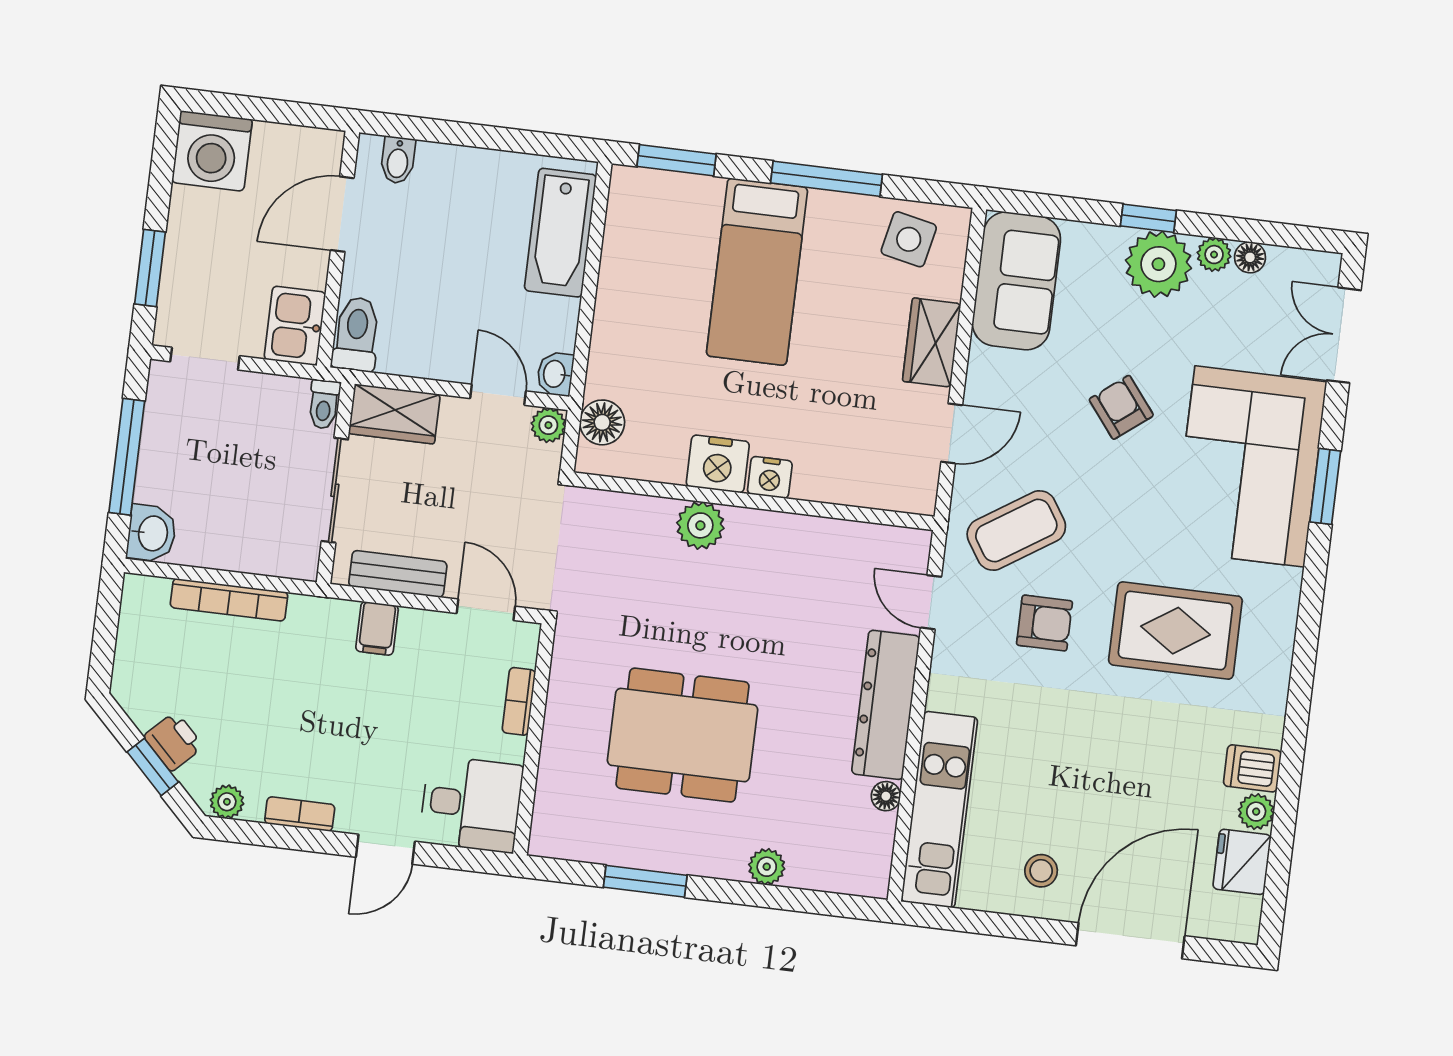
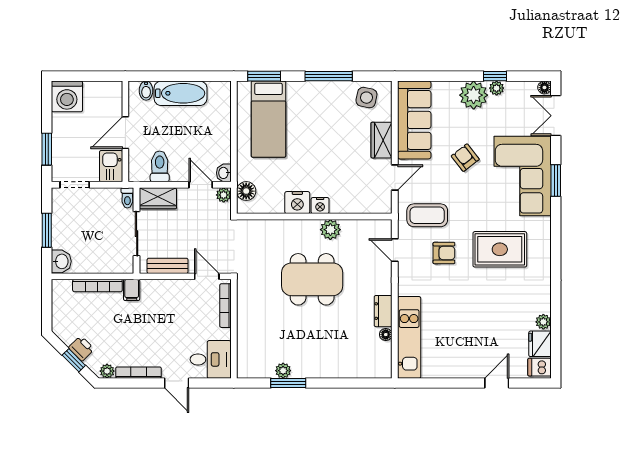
door: (342, 214) -> (125, 133), moved
window: (1148, 218) -> (495, 76), moved
bathtub: (560, 233) -> (181, 93), moved, turned -90
floor lamp: (1250, 257) -> (544, 87), moved
bed: (757, 272) -> (269, 119), moved
sofa: (1016, 281) -> (414, 120), width x1.36
toilet: (356, 334) -> (160, 166), moved
window: (127, 457) -> (47, 230), width x0.69
plant: (700, 525) -> (330, 230), moved
coffee table: (1016, 530) -> (427, 215), turned 33
filing cabinet: (377, 628) -> (132, 290), moved
bookcase: (519, 701) -> (225, 306), width x1.56
dresser: (886, 705) -> (383, 311), width x0.51, depth x0.80
dining table: (683, 735) -> (312, 279), moved
dishwasher: (1252, 768) -> (540, 367), moved
bookcase: (300, 814) -> (138, 373), width x1.56
door: (385, 849) -> (177, 383), hinge flipped
plant: (767, 867) -> (283, 371), moved
stool: (1041, 871) -> (455, 358), removed
door: (1130, 941) -> (497, 383), width x0.53

